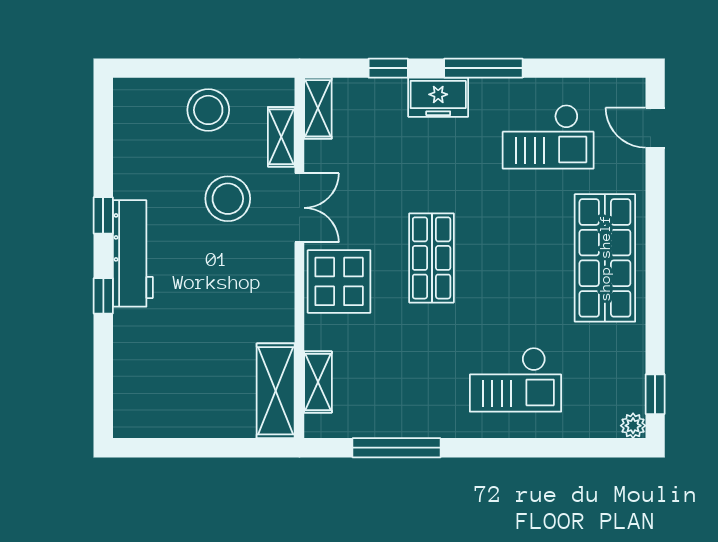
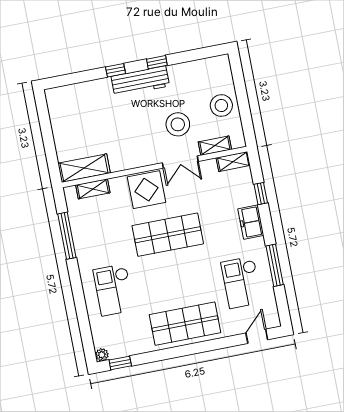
window: (483, 68) -> (275, 265), moved
shop shelf: (432, 258) -> (168, 235), width x1.43, depth x1.36

